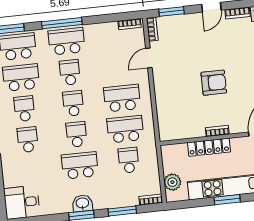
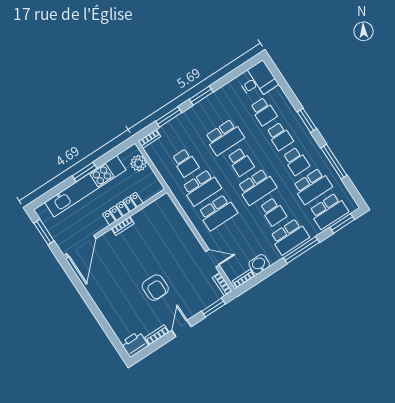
door: (149, 58) -> (212, 258), hinge flipped
armchair: (214, 83) -> (155, 288), moved, turned -90
school desk: (73, 103) -> (257, 187), width x1.85
school desk: (31, 171) -> (264, 112), added
washbasin: (82, 203) -> (259, 264), moved, turned 180

